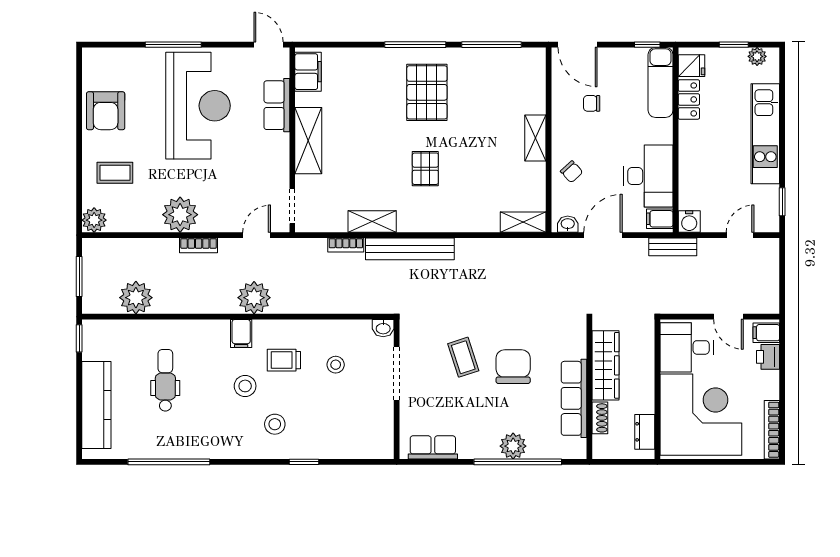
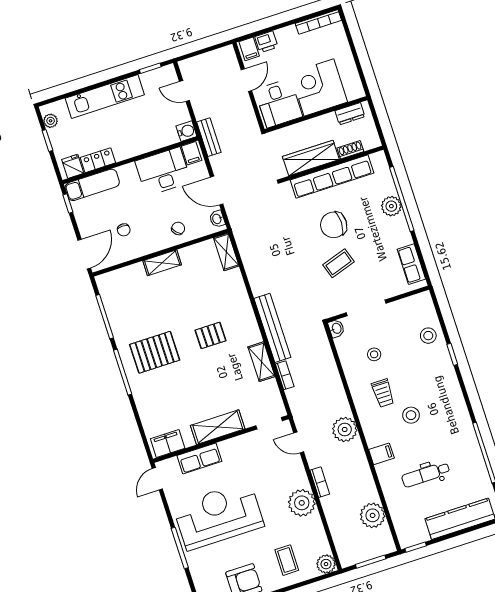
filing cabinet: (241, 334) -> (381, 454), moved
row of seats: (574, 398) -> (332, 177), width x1.36
corner desk: (701, 415) -> (319, 87), width x0.74, depth x0.74
stool: (275, 424) -> (428, 336), moved

